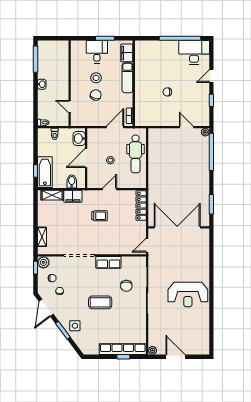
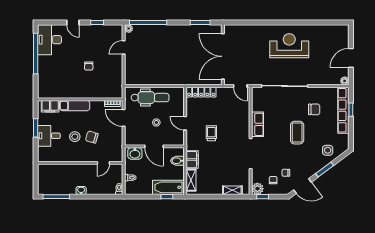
chair: (126, 286) -> (314, 109), moved
reception desk: (188, 294) -> (289, 46), turned -90
side table: (75, 326) -> (328, 150), moved

